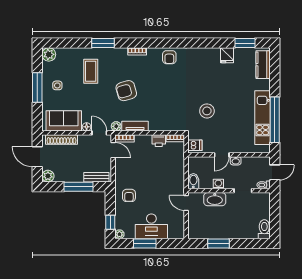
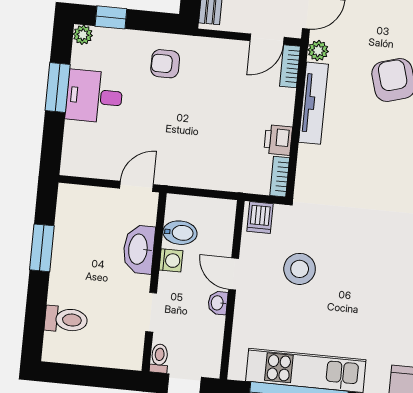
stool: (207, 111) -> (300, 269), moved
tv unit: (135, 126) -> (313, 103), width x1.41
bidet: (193, 181) -> (180, 233), moved
desk: (151, 226) -> (94, 96), width x0.73
toilet: (264, 229) -> (66, 320), moved

